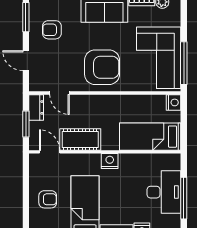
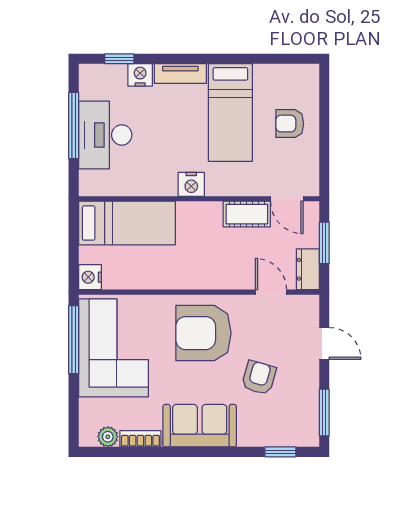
armchair: (52, 30) -> (259, 378), moved, turned -74
cot: (80, 140) -> (247, 214), width x0.73, depth x0.75

